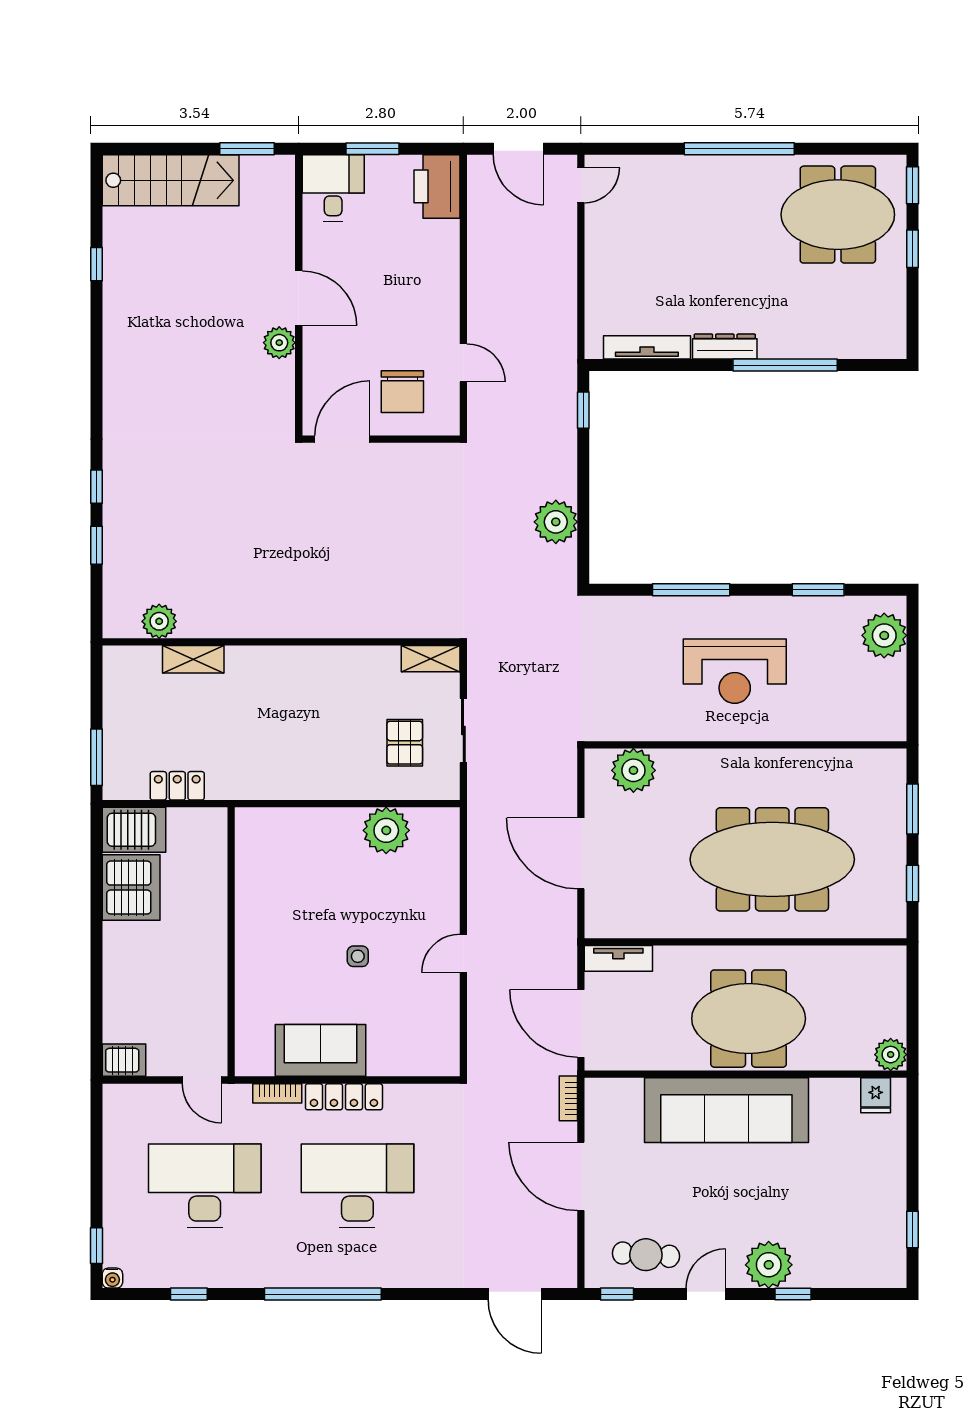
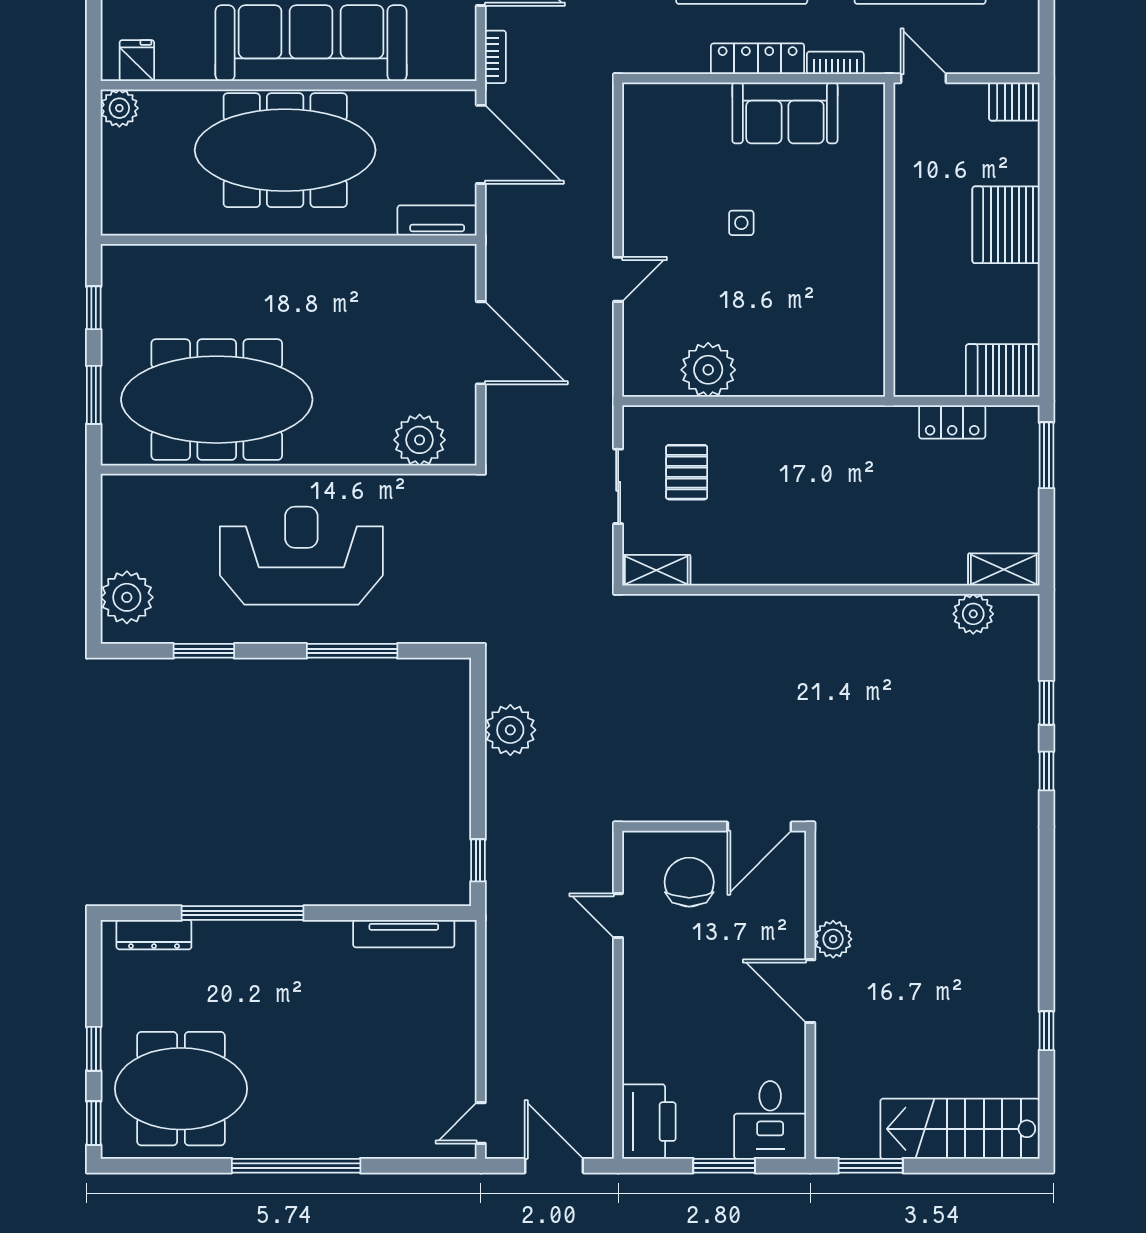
dresser: (725, 347) -> (154, 935), moved
shelving: (193, 659) -> (1004, 570), moved
reception desk: (735, 671) -> (301, 556), width x1.36, depth x1.30
meeting table: (772, 859) -> (217, 400), moved
server rack: (131, 888) -> (1006, 225), moved
door: (463, 953) -> (618, 279), moved
meeting table: (749, 1019) -> (285, 150), width x1.36

